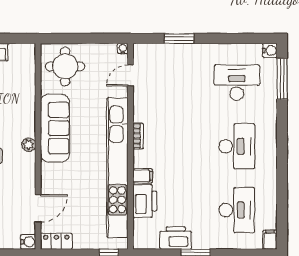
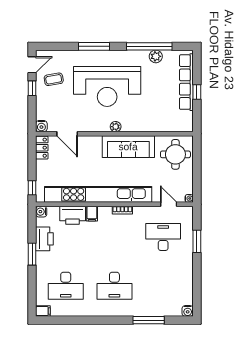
window: (282, 79) -> (149, 320), moved
desk: (237, 83) -> (163, 237), moved, turned -90
water cooler: (140, 242) -> (41, 212), added

